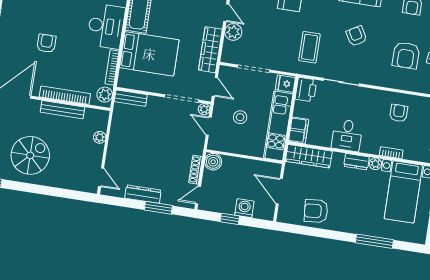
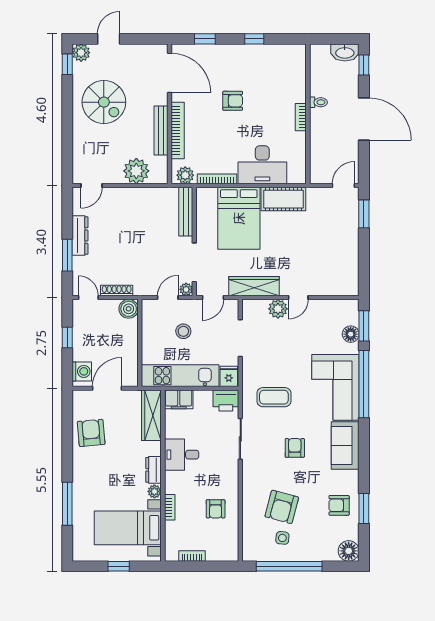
armchair: (356, 36) -> (295, 448), turned -60
armchair: (406, 55) -> (282, 507), turned -75
bench: (131, 98) -> (186, 212), width x1.36
armchair: (399, 113) -> (216, 509), turned 90
plant: (100, 137) -> (136, 171), width x1.87, depth x1.87
washing machine: (244, 208) -> (82, 371), moved

